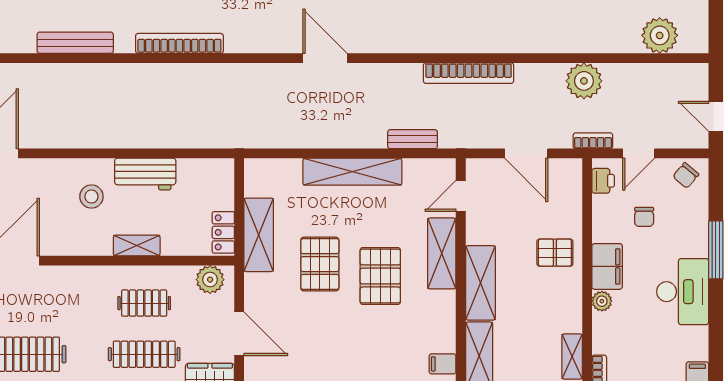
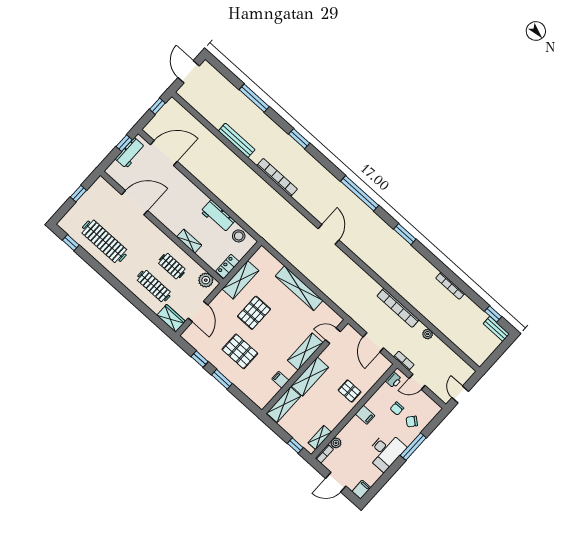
plant: (660, 35) -> (467, 343), removed
bookcase: (469, 73) -> (398, 308), moved
plant: (584, 81) -> (428, 334), width x0.53, depth x0.53
bench: (413, 139) -> (334, 297), removed
chair: (686, 175) -> (412, 422), moved
stool: (91, 197) -> (239, 236), moved
filing cabinet: (607, 266) -> (365, 415), width x0.50
pallet: (380, 276) -> (240, 351), moved, turned 90
plant: (602, 301) -> (336, 443), moved
filing cabinet: (443, 364) -> (280, 380), moved

